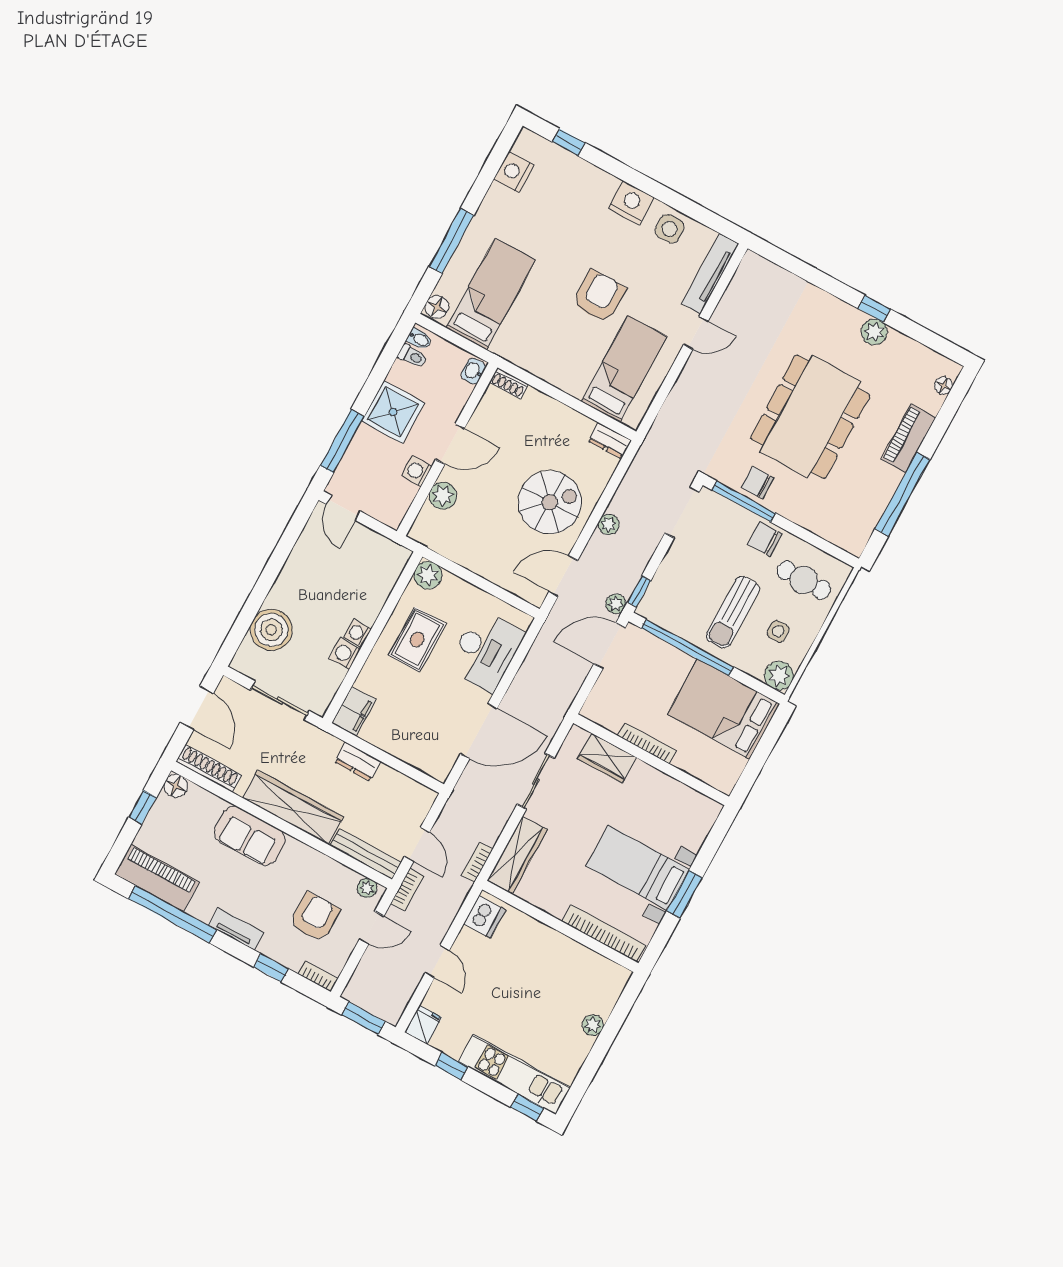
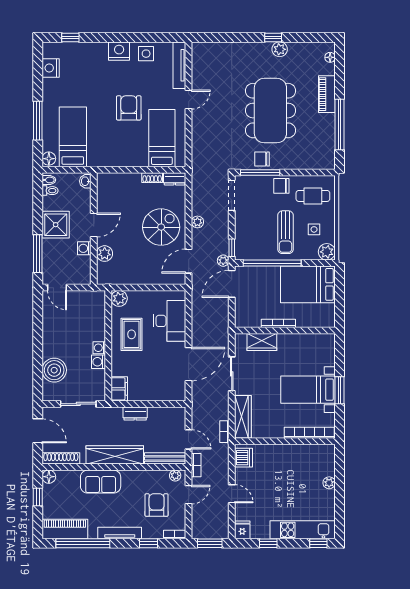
shoe rack: (509, 383) -> (152, 178), moved
tv unit: (236, 929) -> (120, 533), width x1.41

